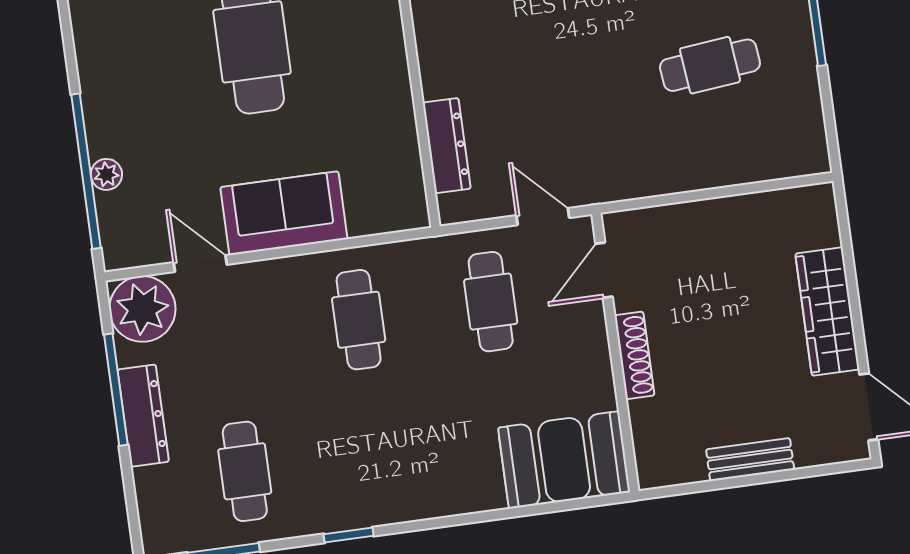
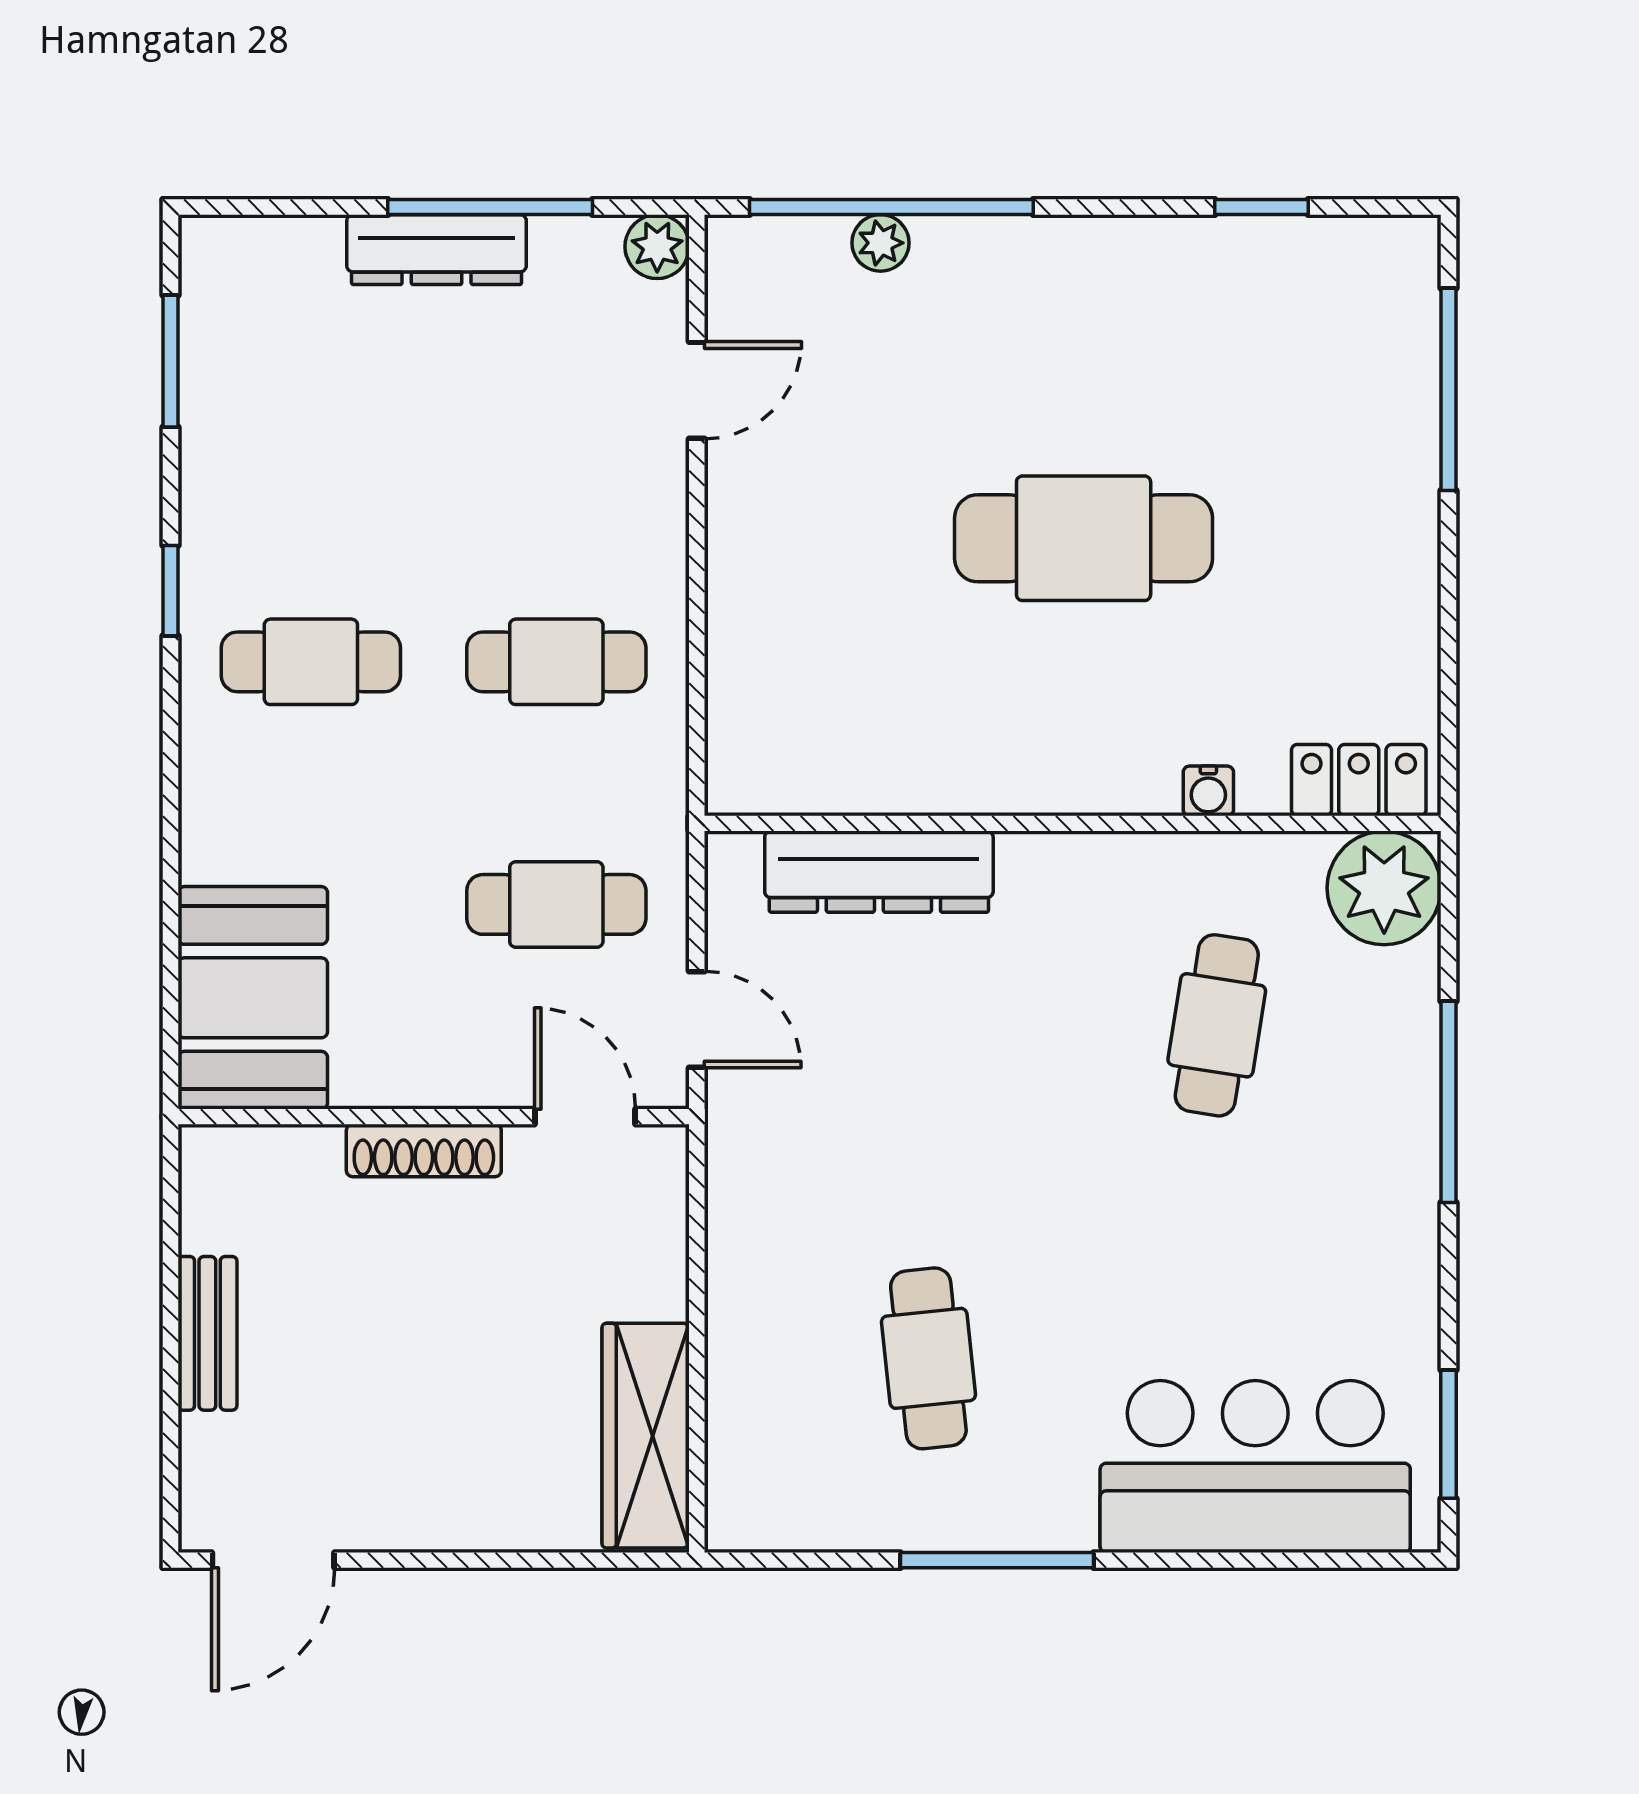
dresser: (447, 146) -> (879, 872), width x1.37, depth x1.24
sofa: (284, 213) -> (767, 553), removed
door: (543, 217) -> (697, 1019), hinge flipped
plant: (142, 309) -> (657, 247), width x0.53, depth x0.53
wardrobe: (827, 312) -> (646, 1436), moved, turned -90
cafe table: (245, 471) -> (311, 662), moved

